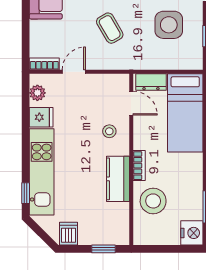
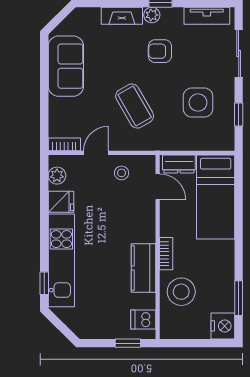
coffee table: (110, 28) -> (135, 106), width x1.36, depth x1.30
stool: (109, 131) -> (122, 173), moved
dishwasher: (68, 234) -> (143, 319), moved, turned -90

